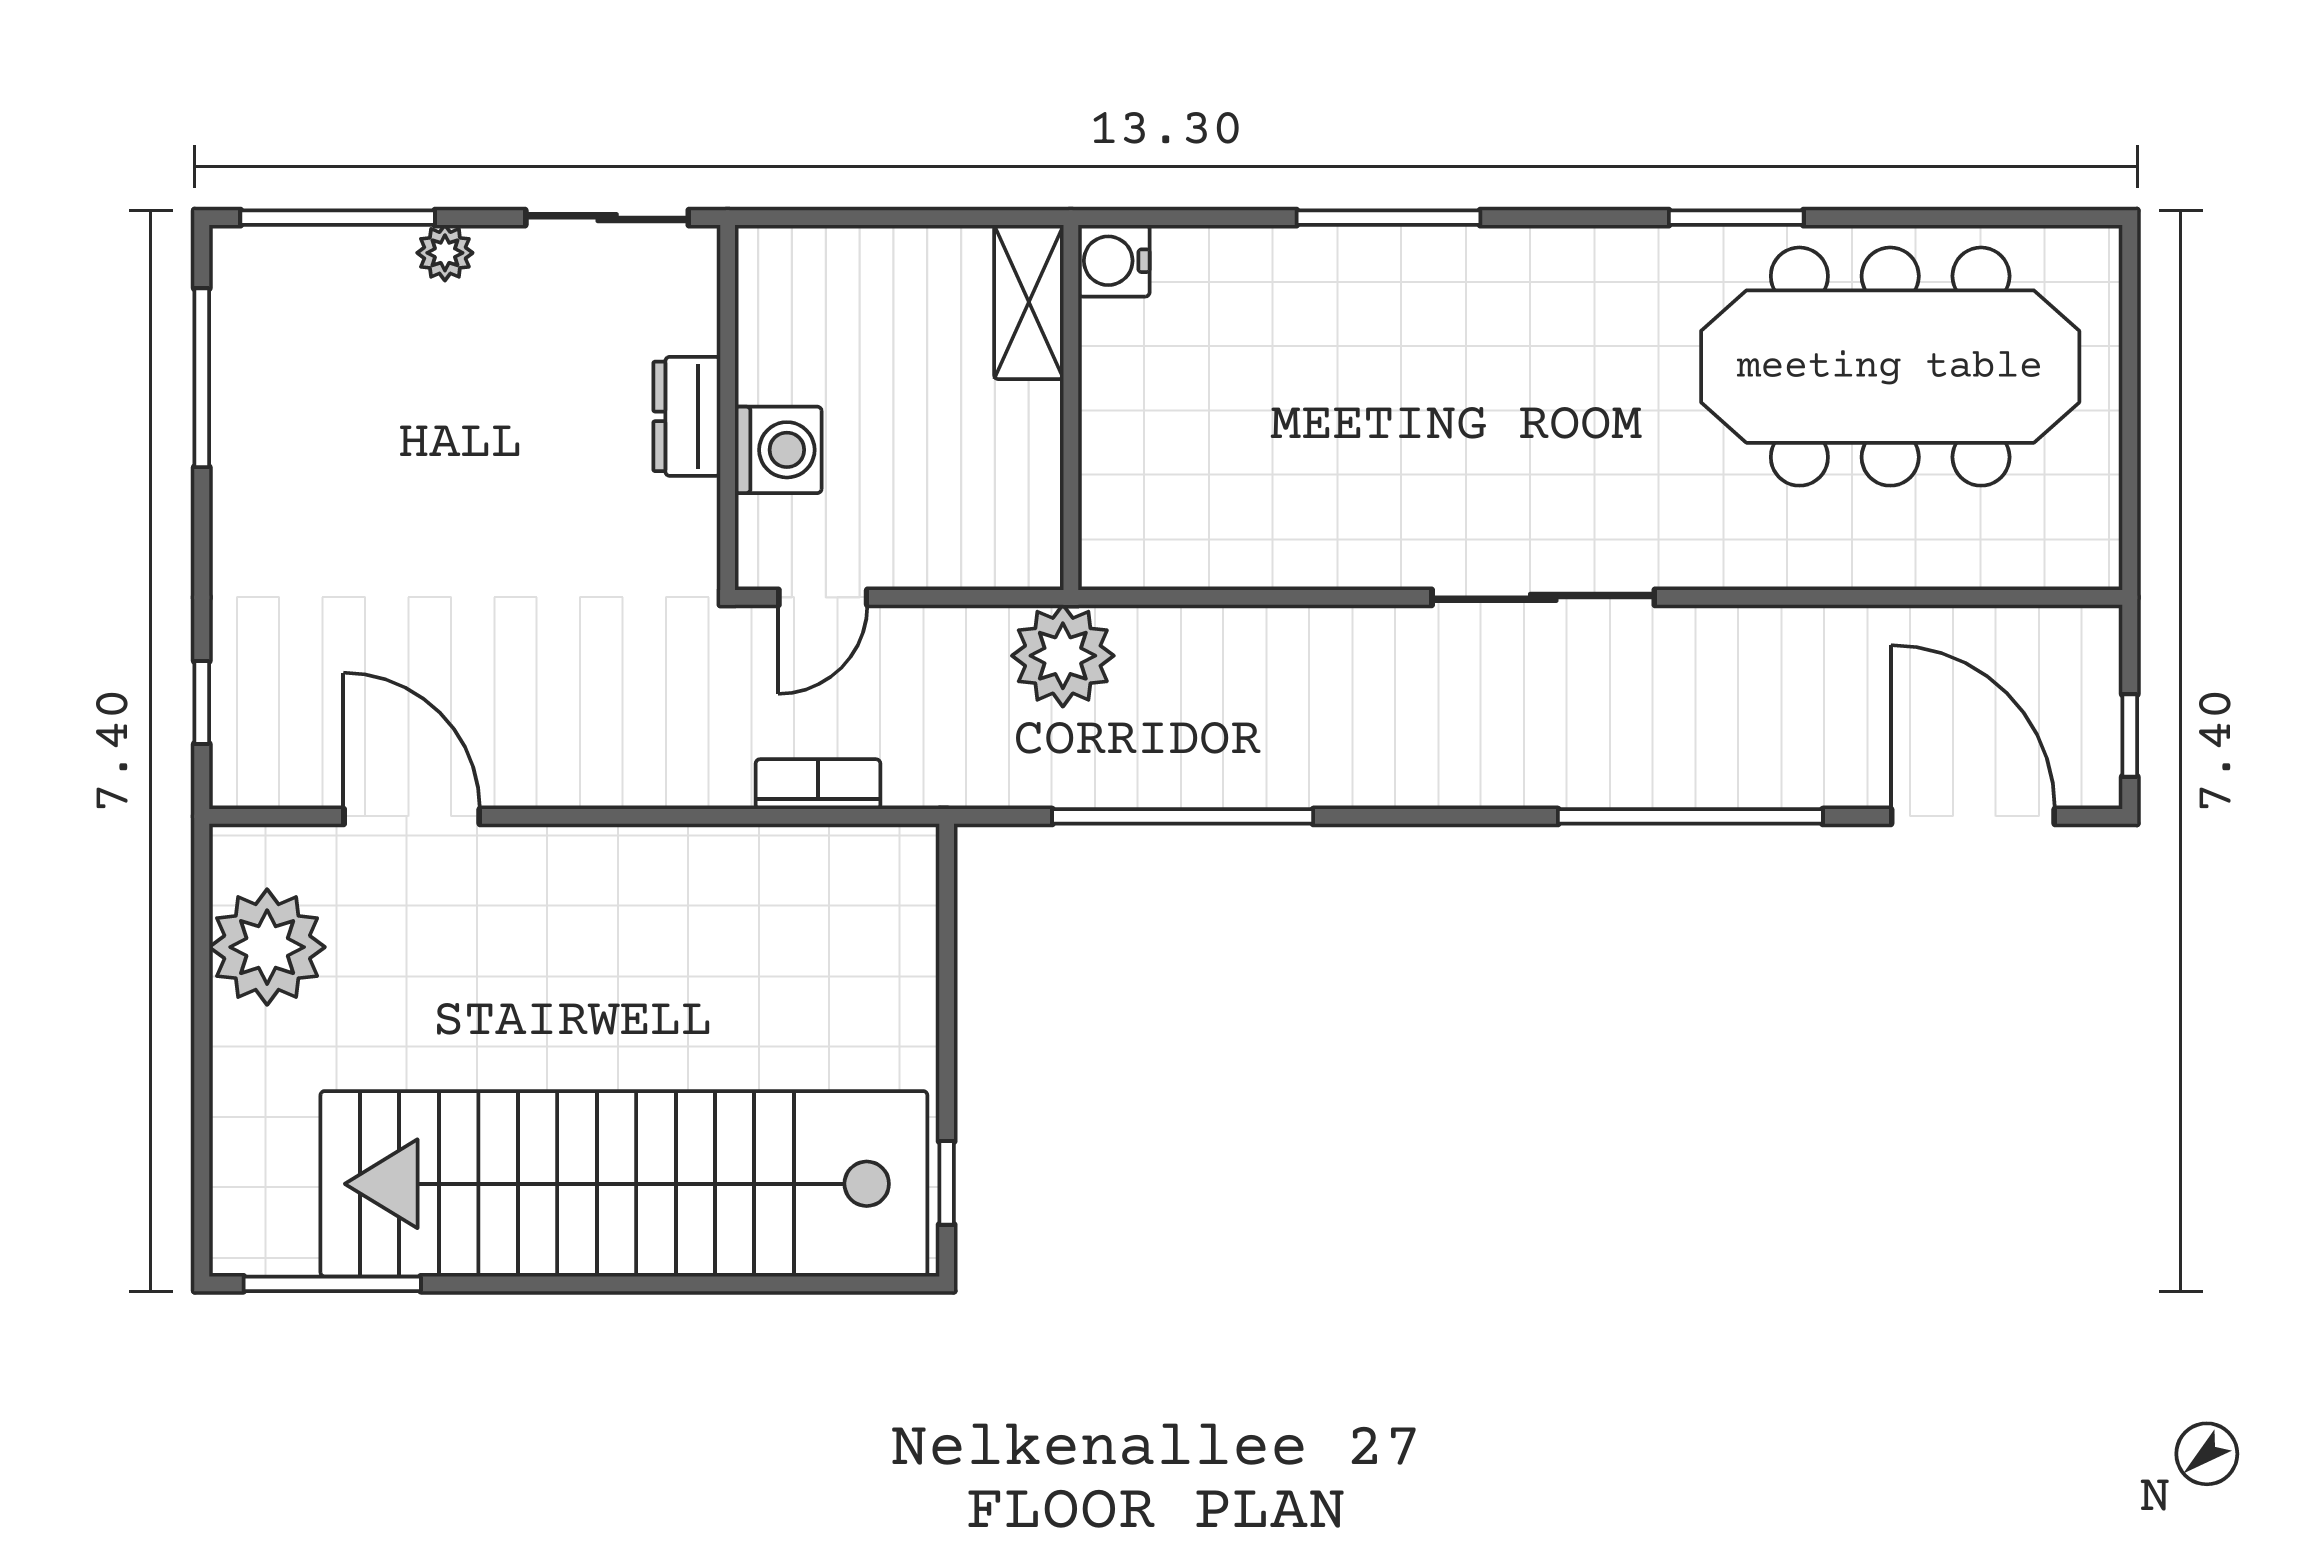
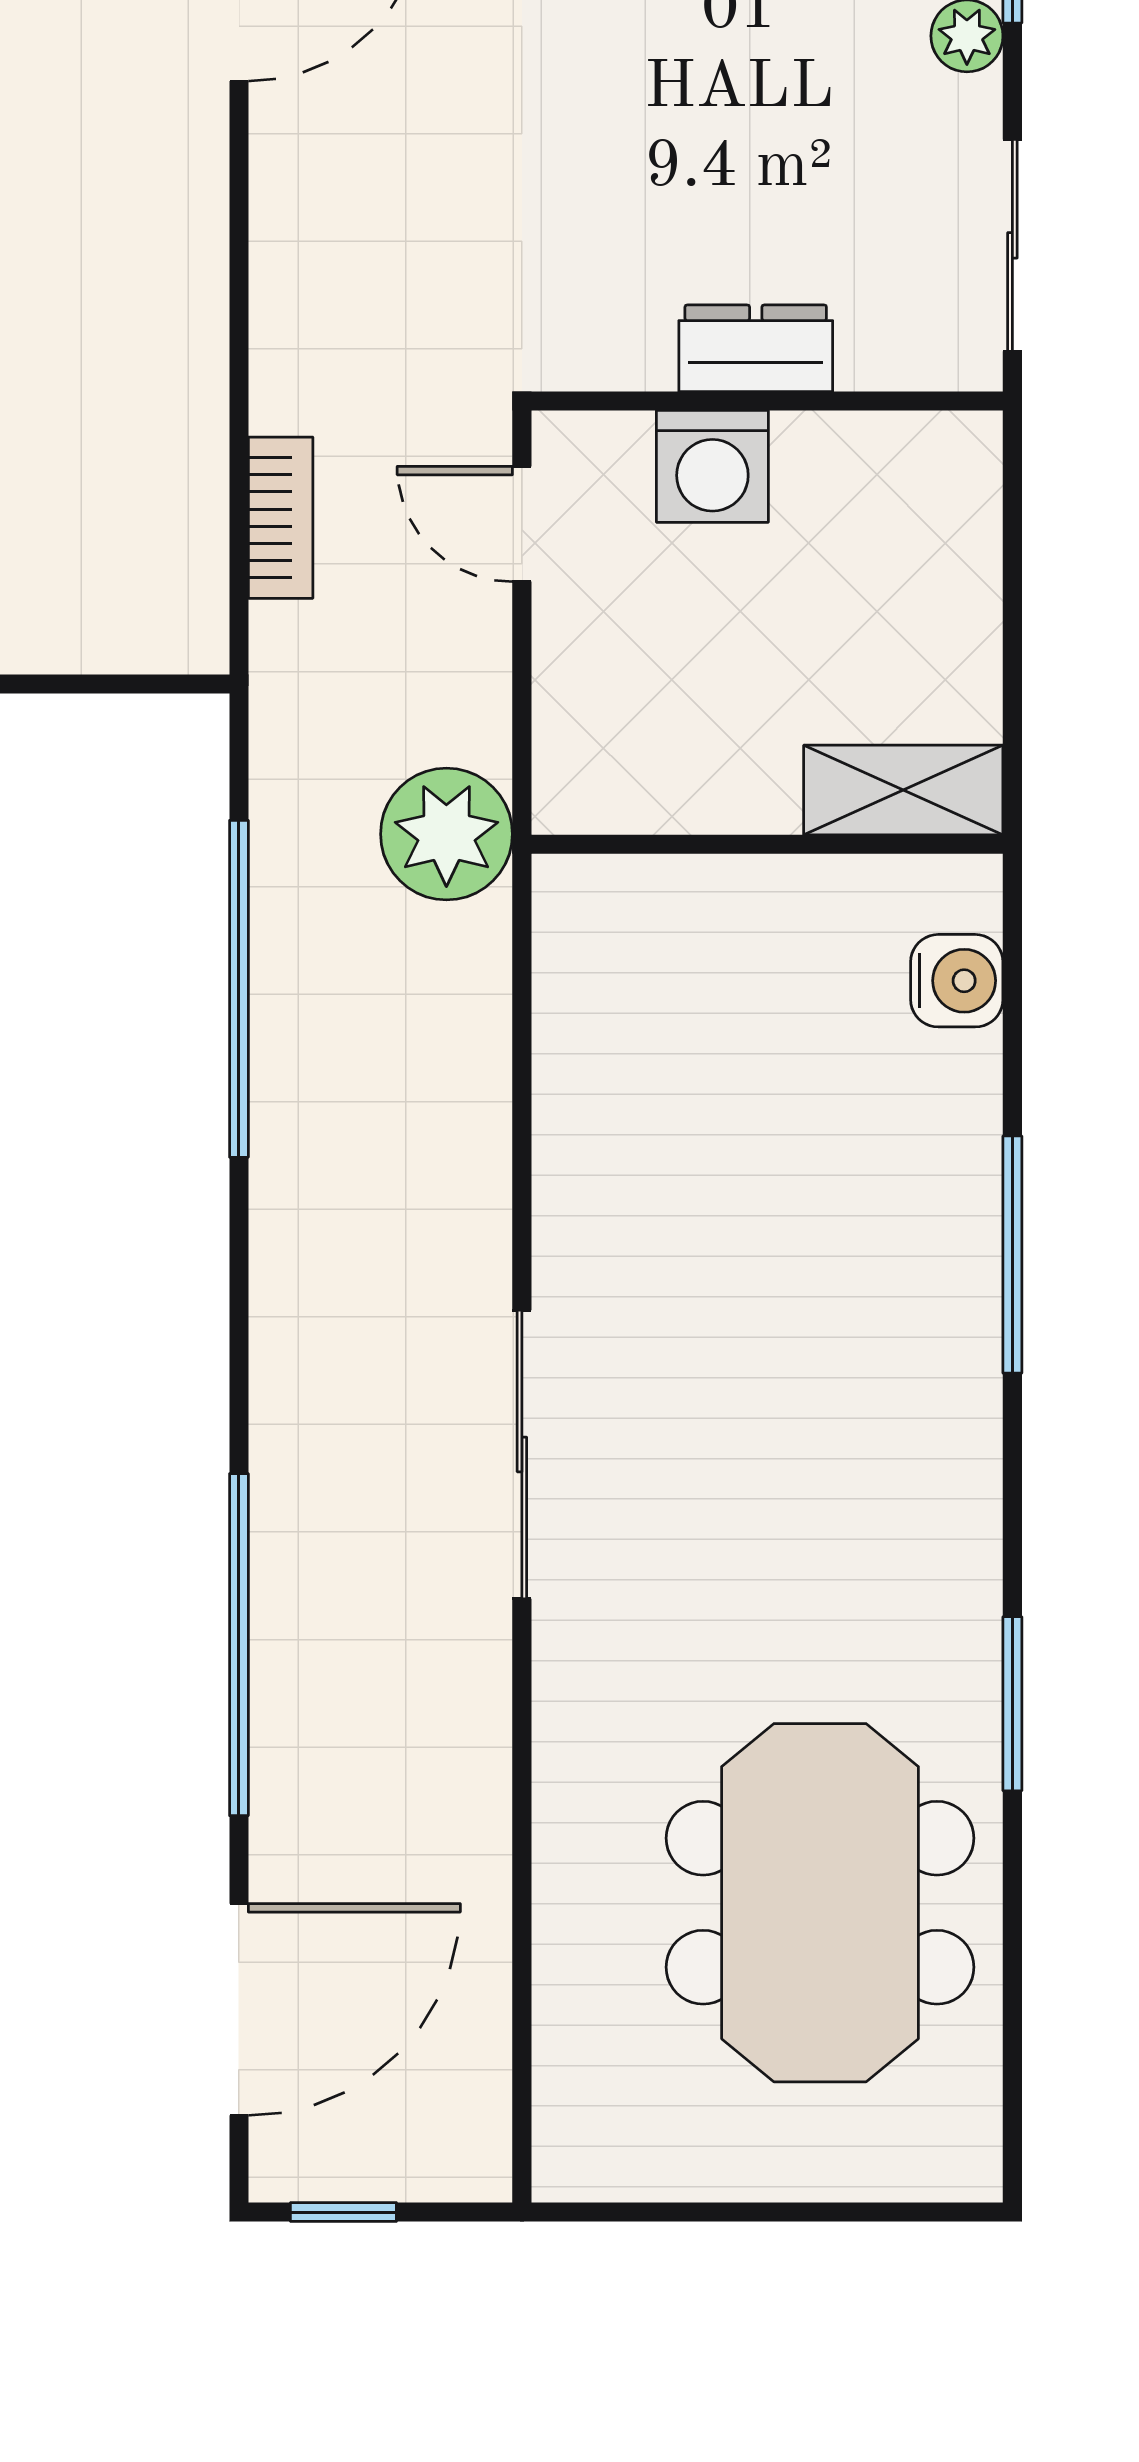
water cooler: (1114, 261) -> (957, 981), moved, turned 90
meeting table: (1890, 367) -> (820, 1903), width x0.73

